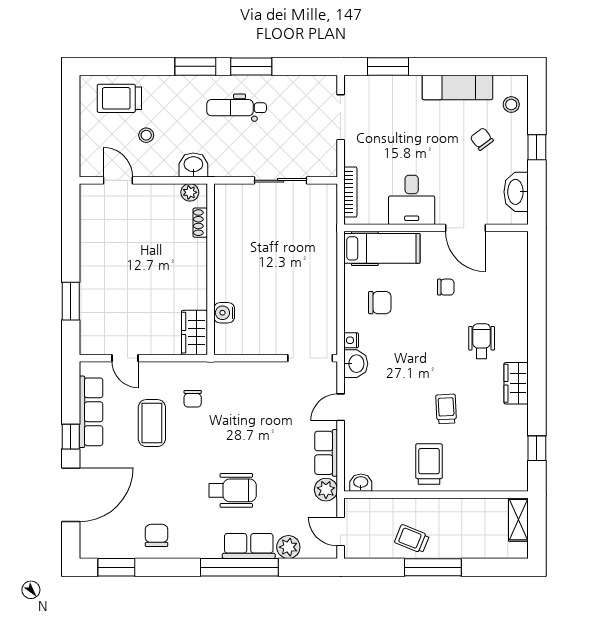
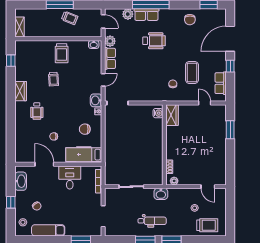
washbasin: (193, 165) -> (161, 194), moved
water cooler: (224, 313) -> (158, 113), moved
row of seats: (91, 412) -> (221, 83), width x0.68
wheelchair: (233, 490) -> (154, 41), turned 180

